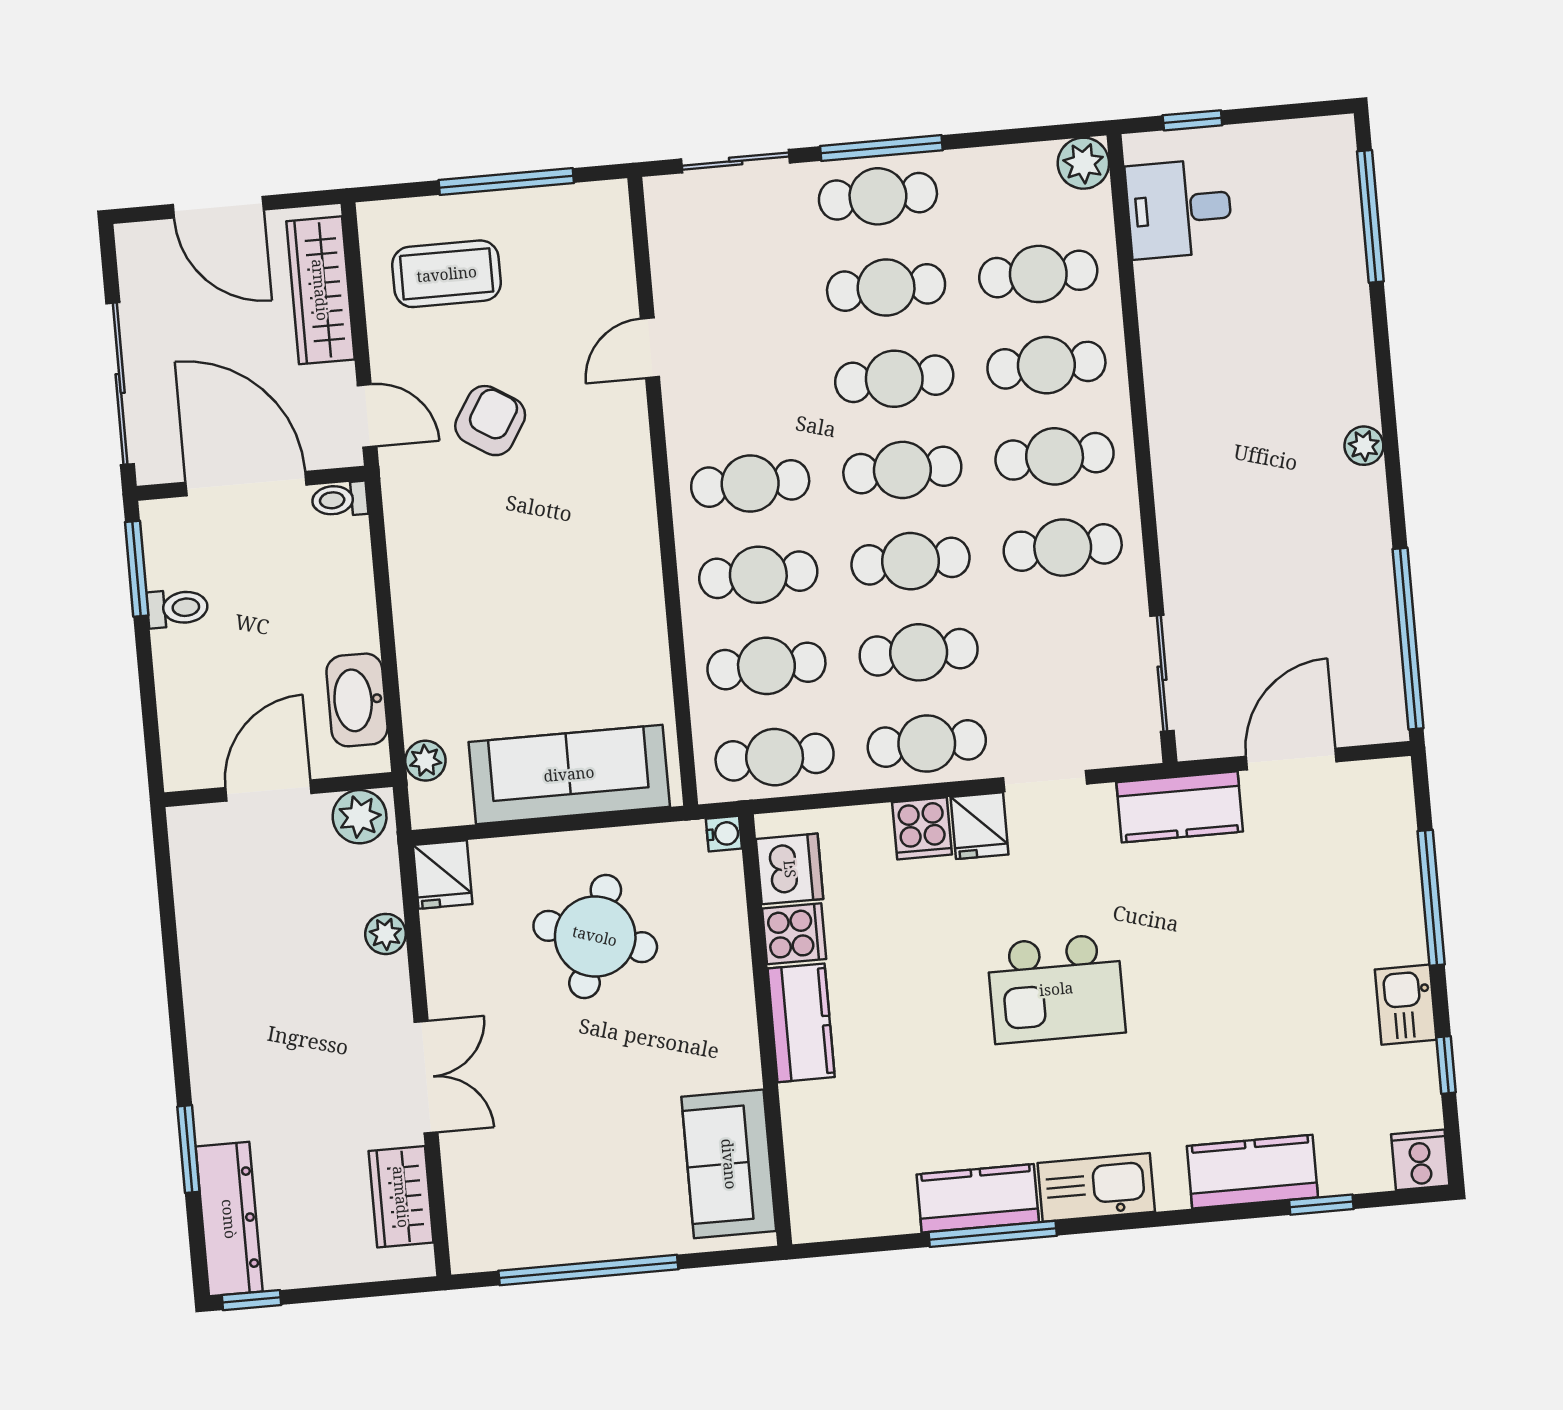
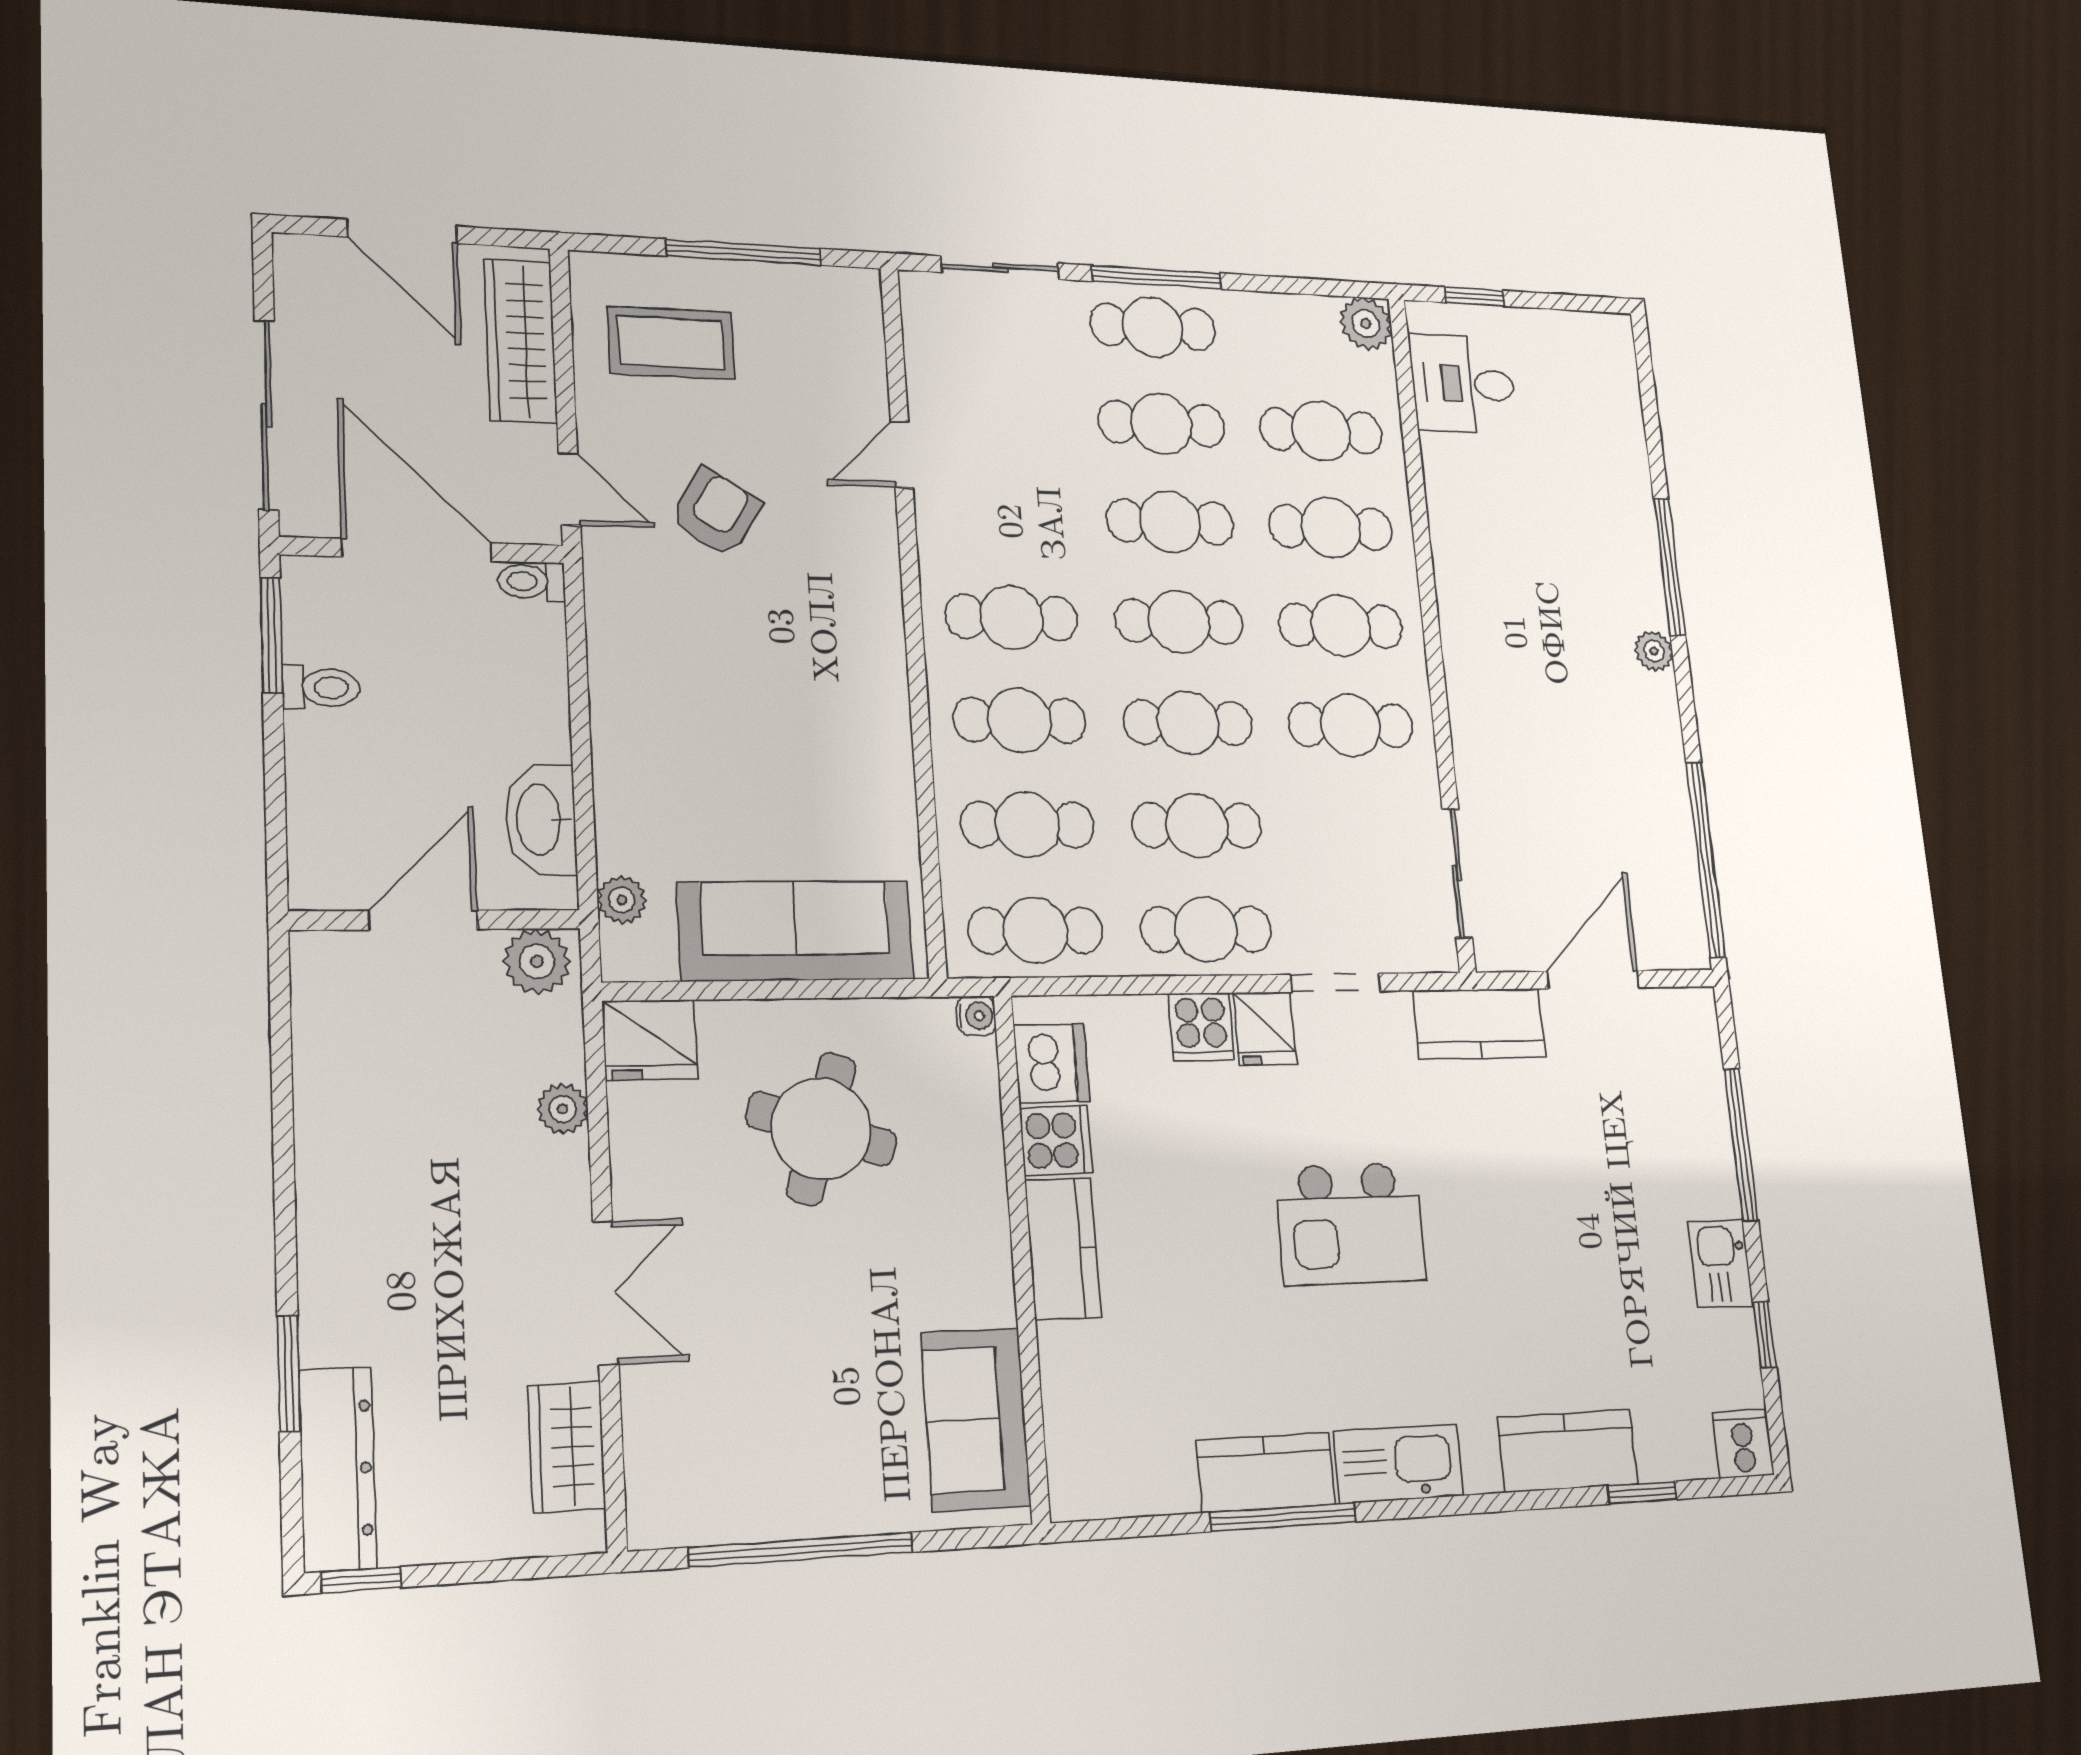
window: (1370, 216) -> (1669, 567), moved
fridge: (443, 874) -> (650, 1040), width x1.38

